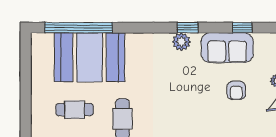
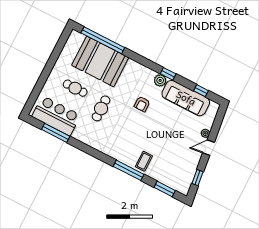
sofa: (227, 48) -> (186, 98), width x1.36
armchair: (236, 90) -> (142, 104), moved

